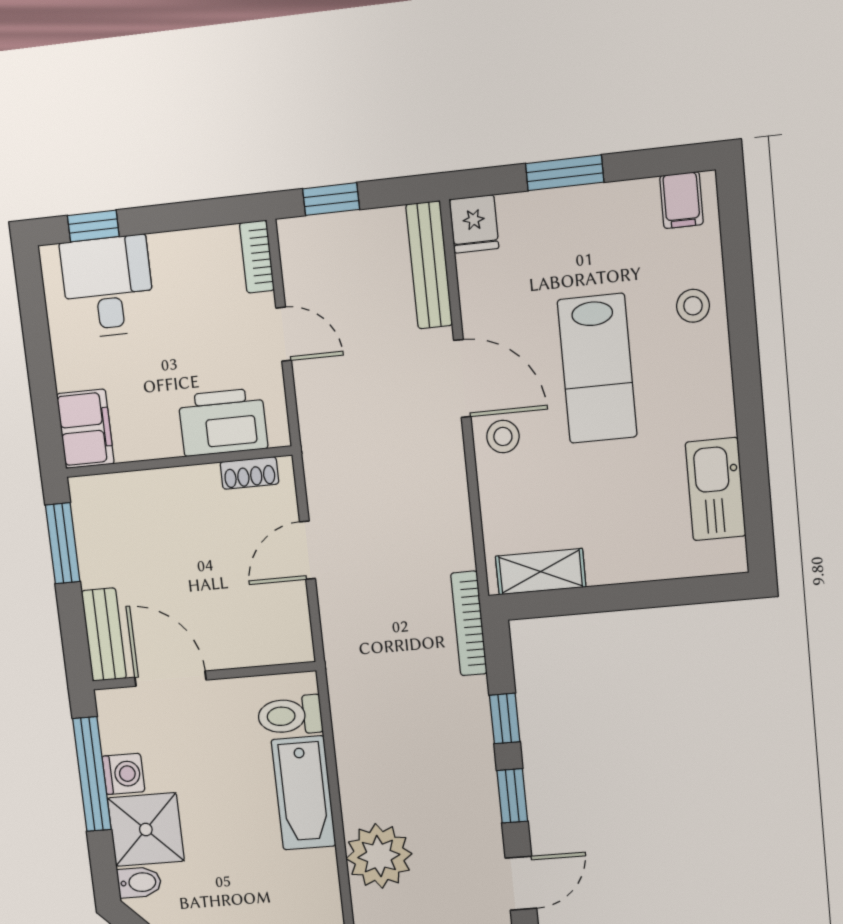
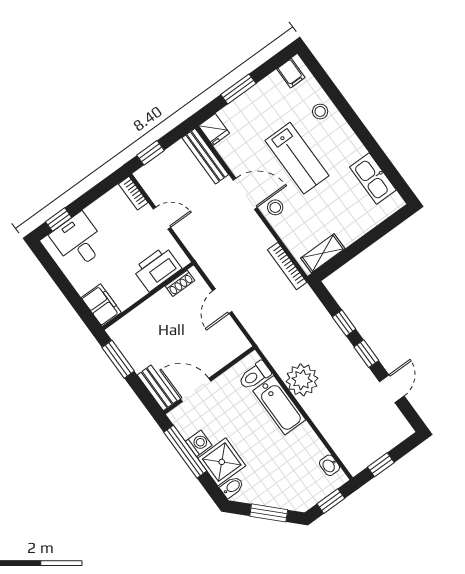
bookcase: (469, 623) -> (287, 266), moved
plant: (379, 856) -> (302, 380), moved

